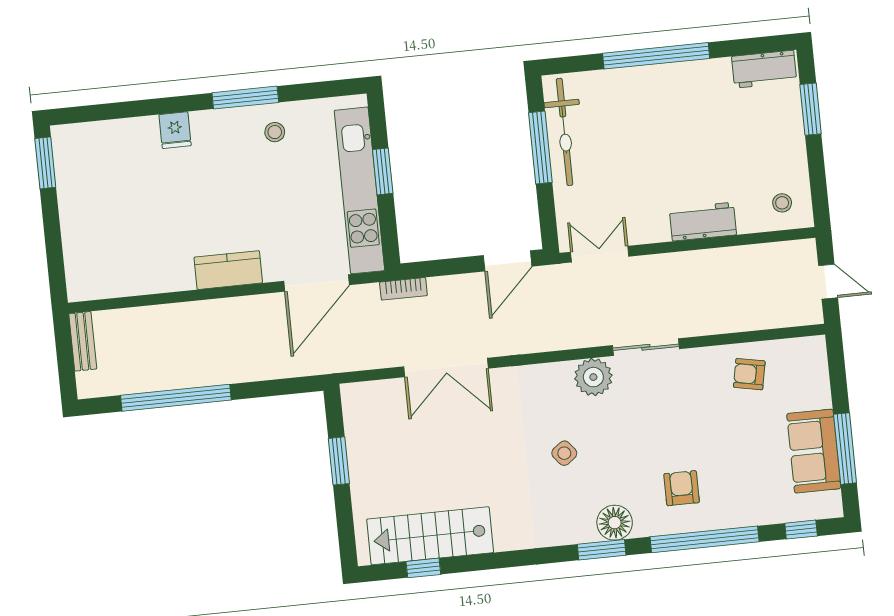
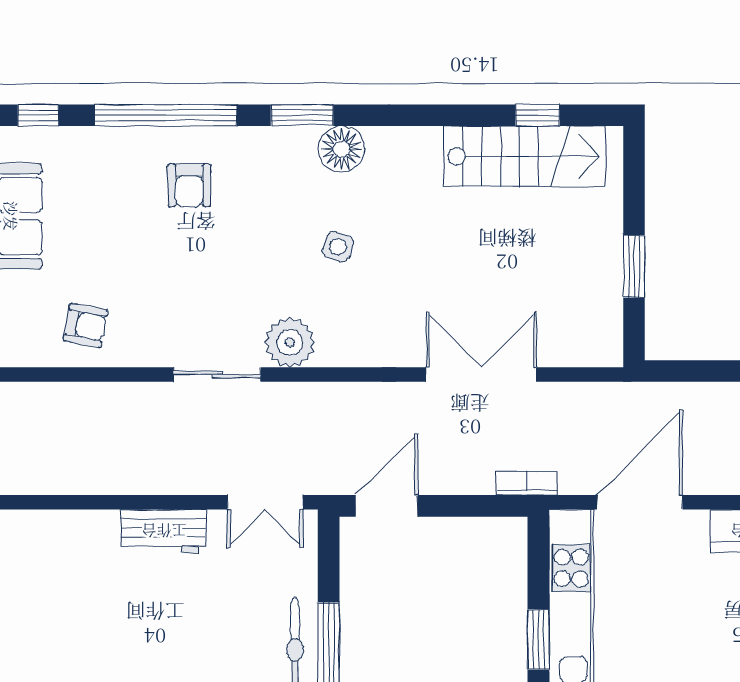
stool: (782, 203) -> (20, 545), removed
workbench: (703, 222) -> (164, 531), moved
side table: (564, 453) -> (338, 247), turned -33
floor lamp: (615, 523) -> (341, 149), moved

